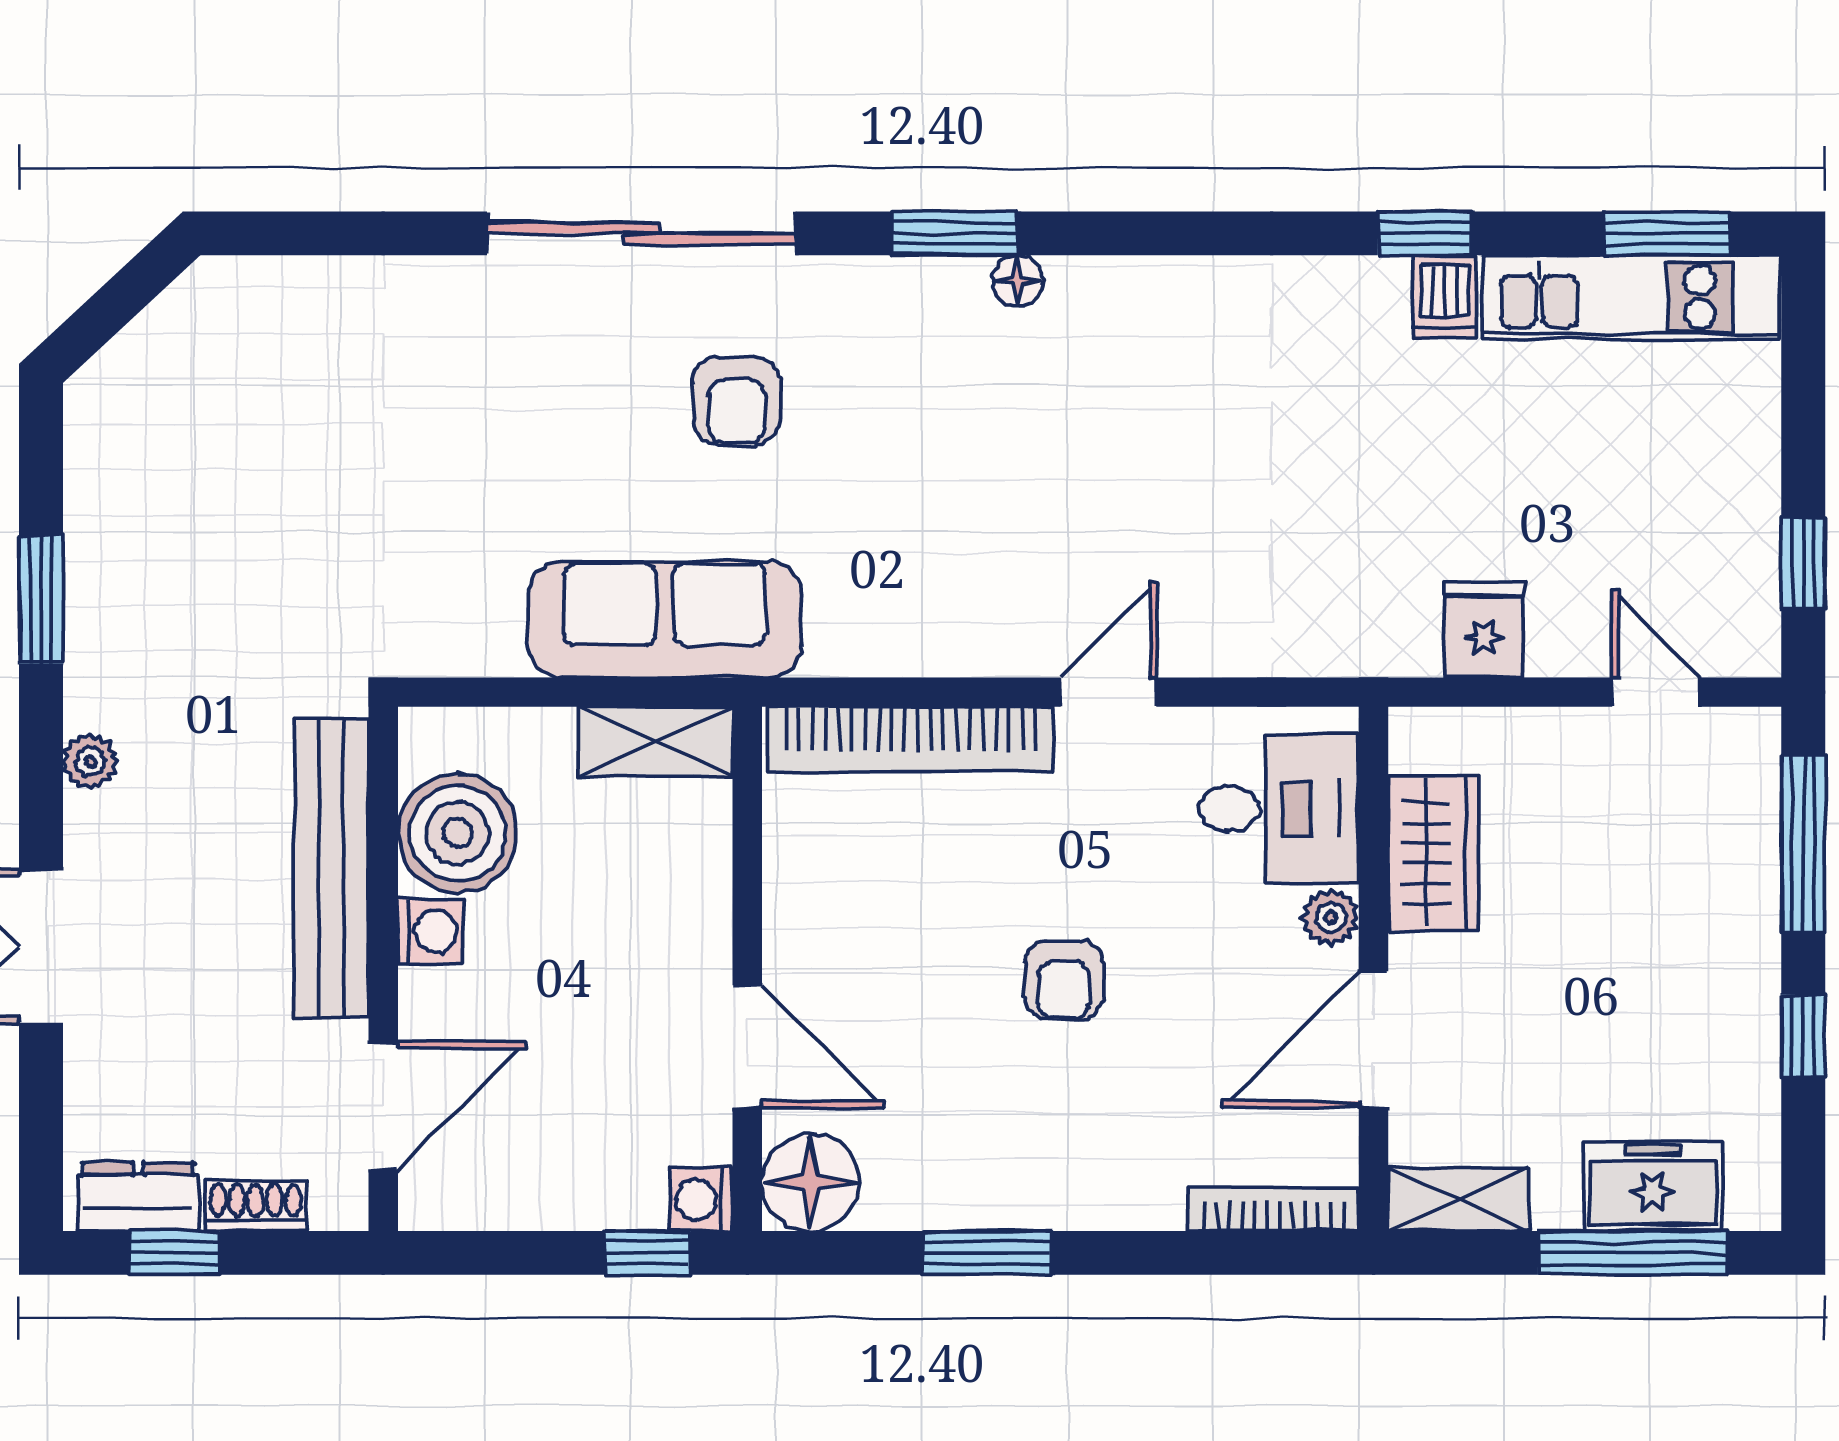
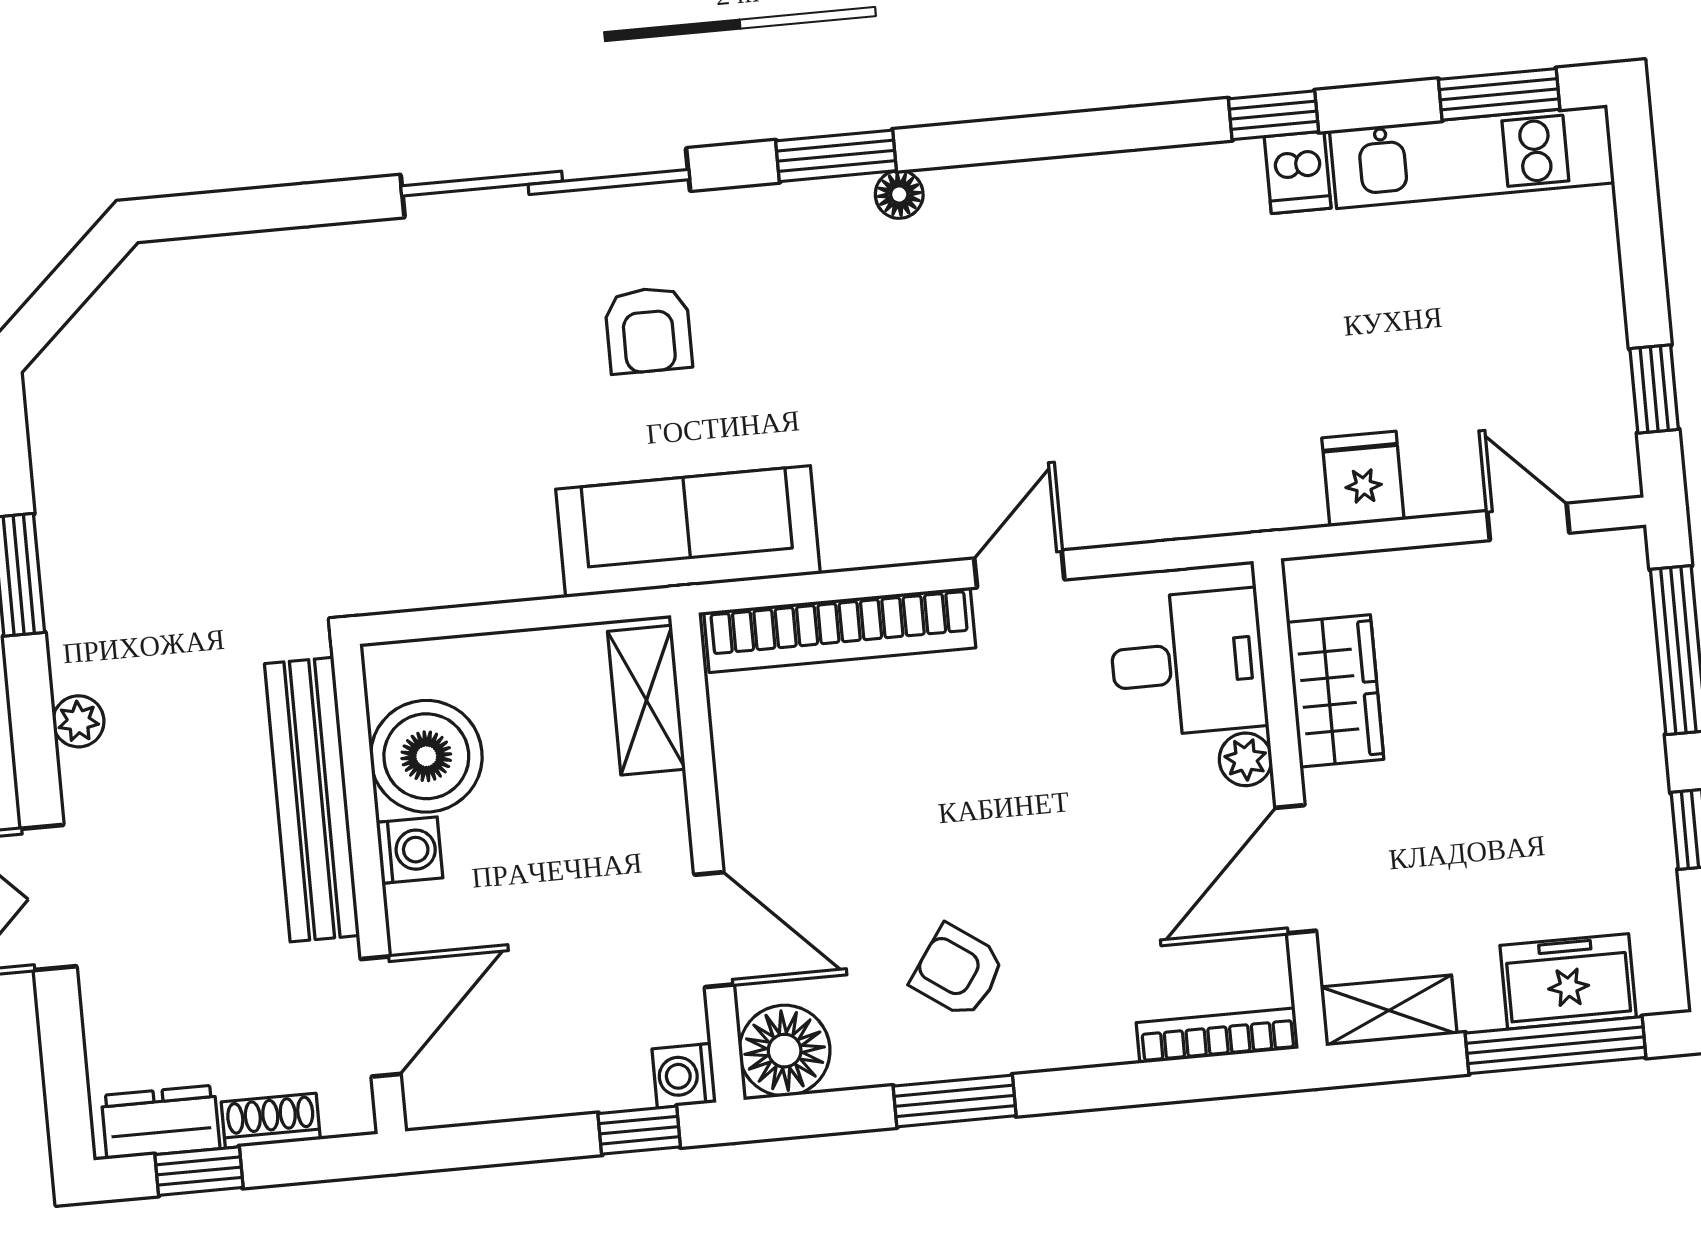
sofa: (665, 619) -> (688, 532), moved
shelving: (655, 741) -> (646, 700), moved, turned 90
armchair: (1064, 980) -> (958, 971), moved, turned 125

